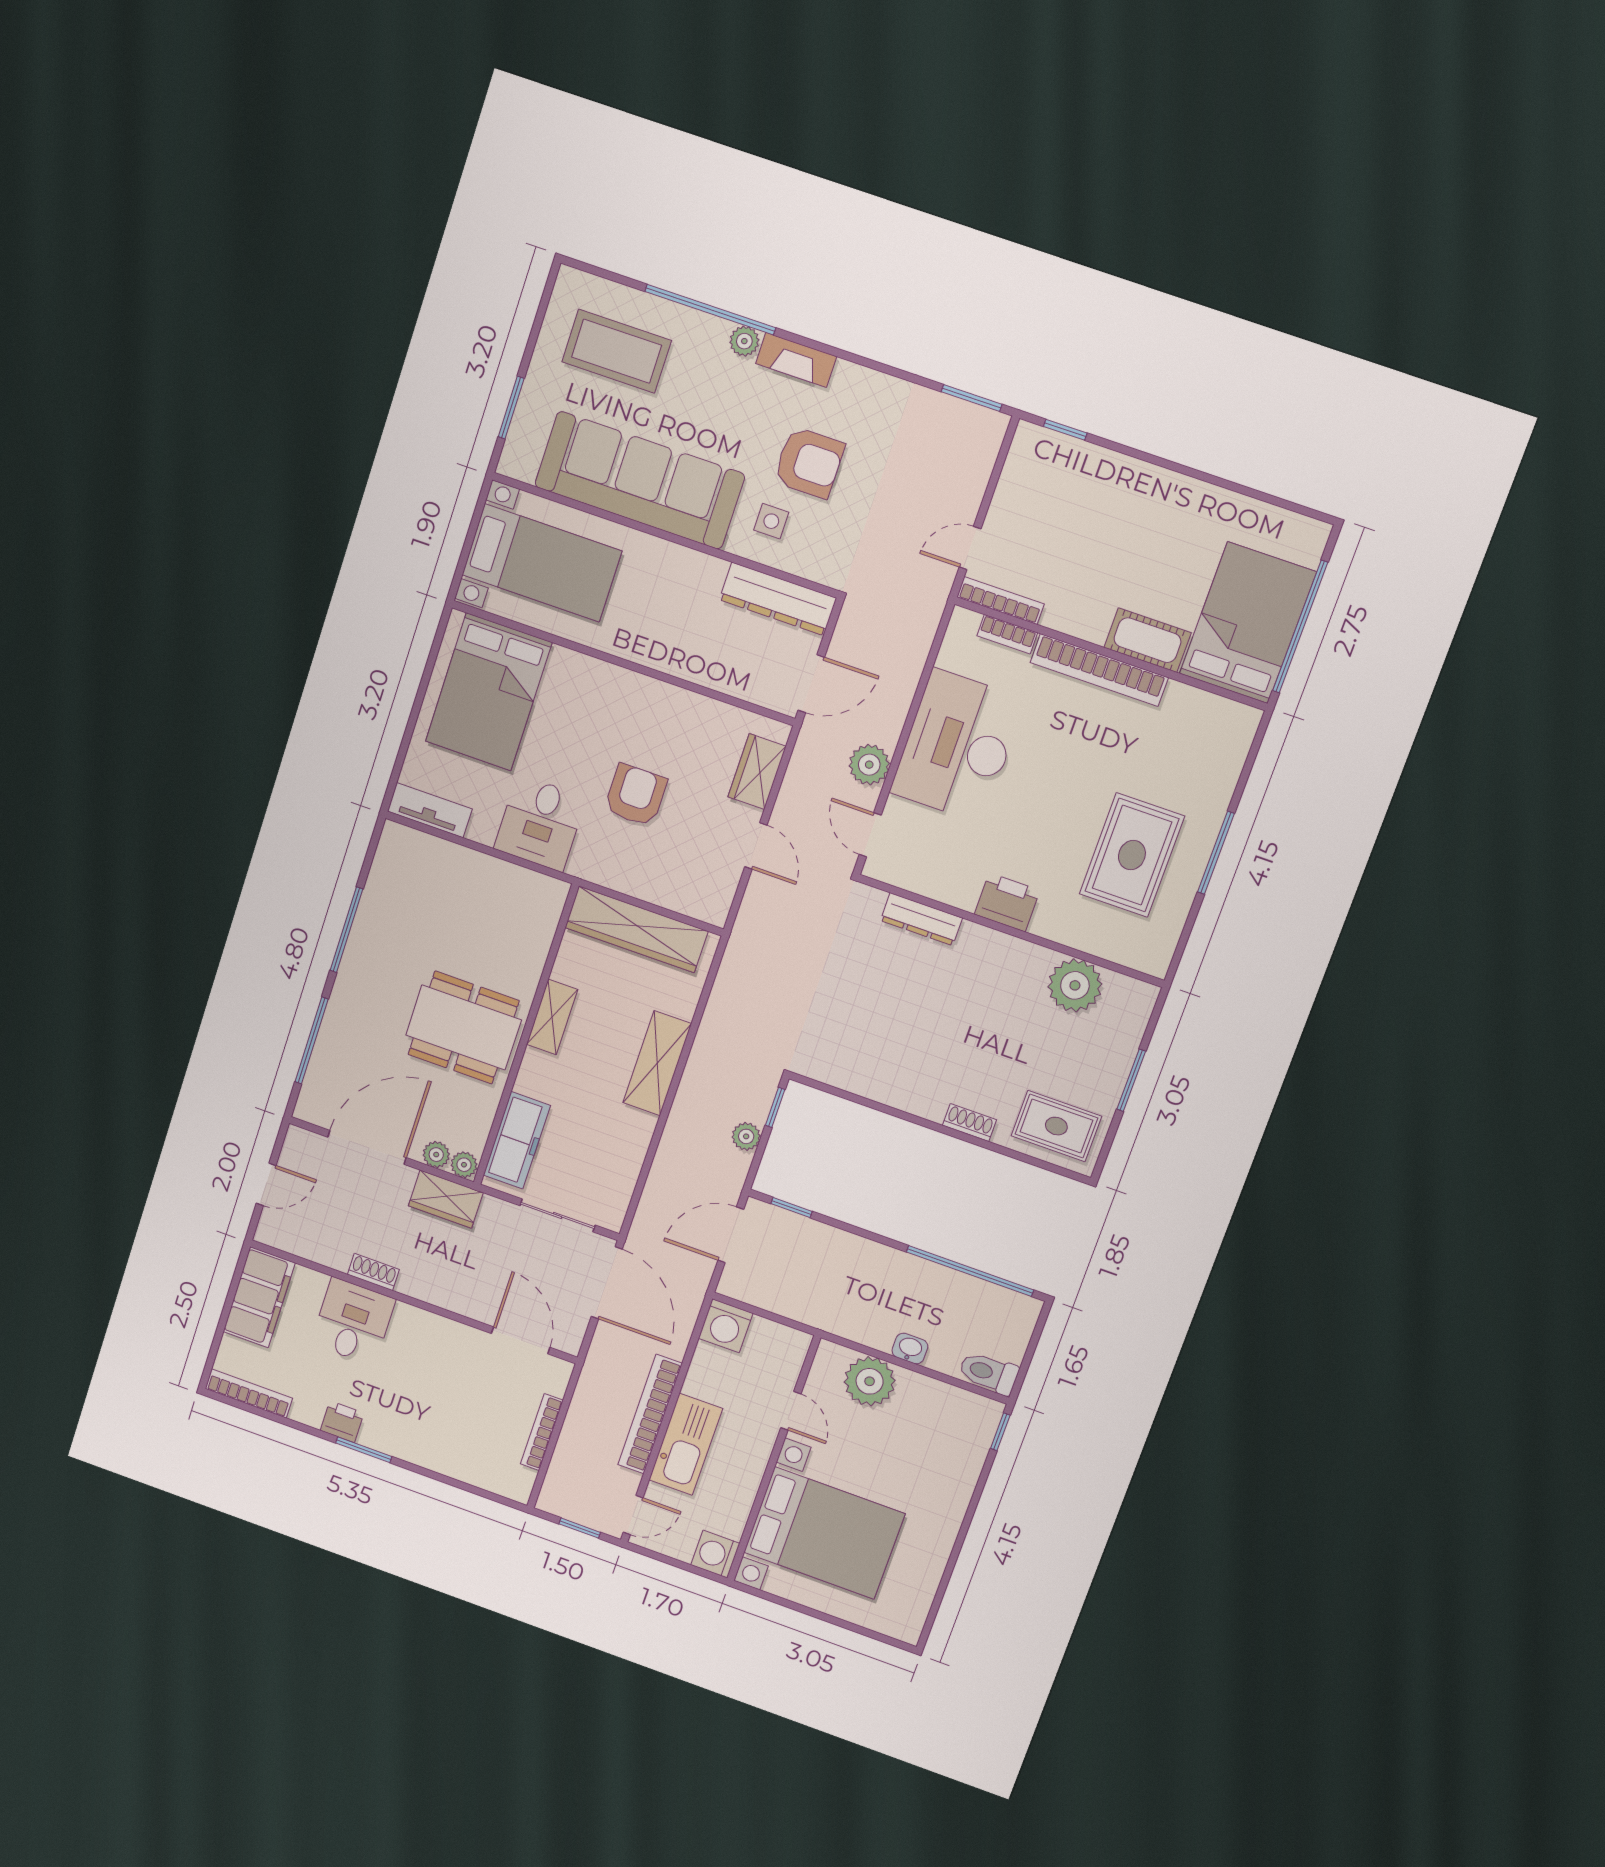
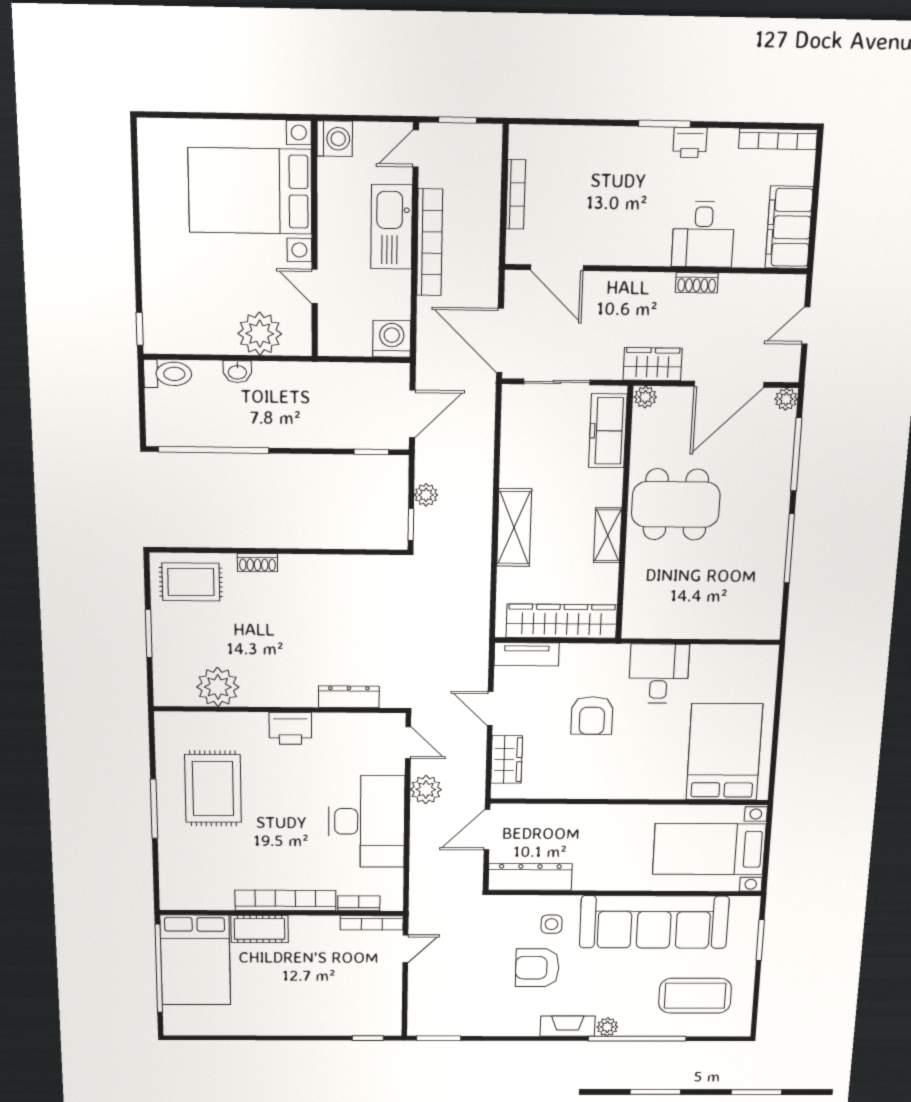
tv unit: (430, 810) -> (527, 654), moved
plant: (436, 1155) -> (786, 399), moved

